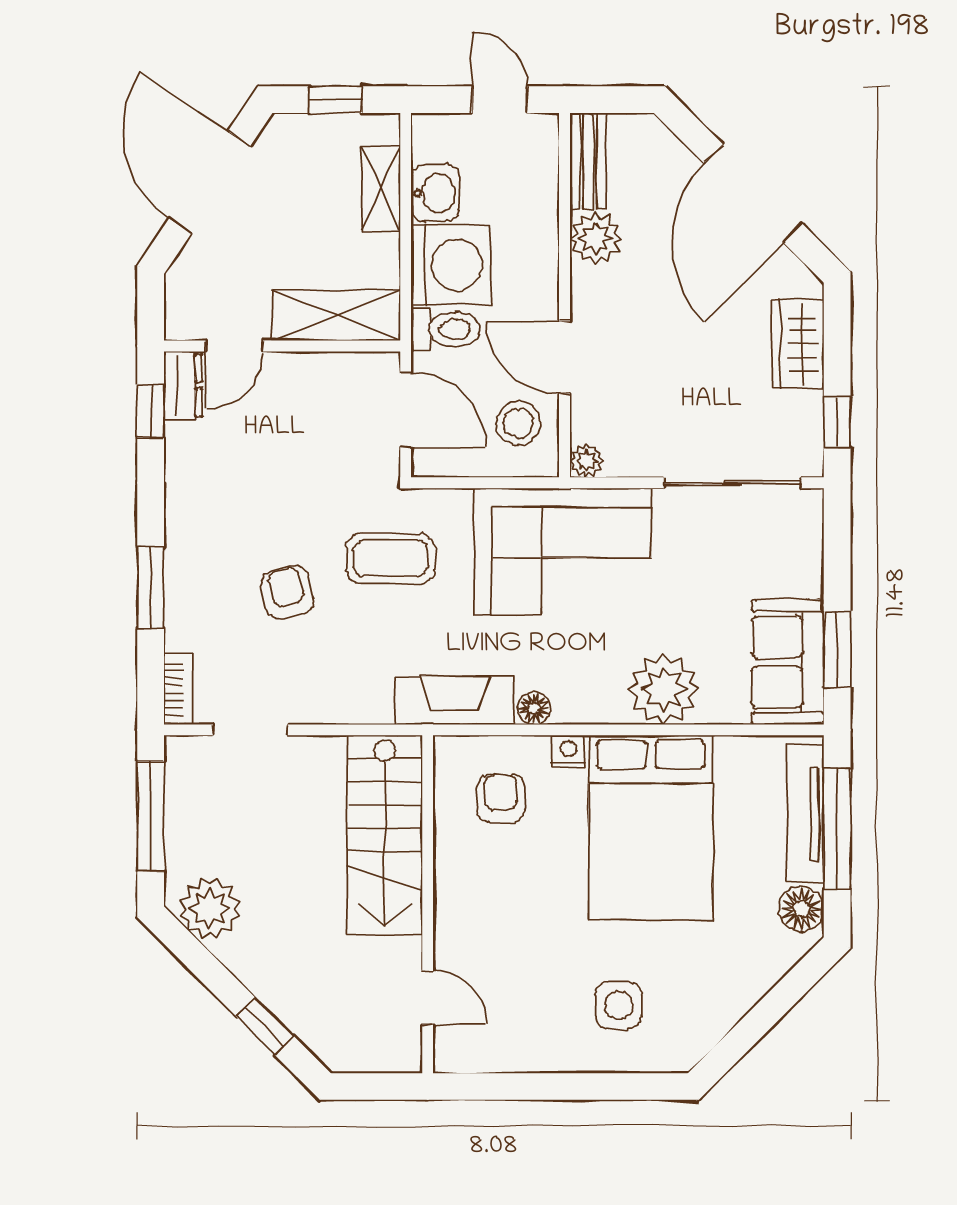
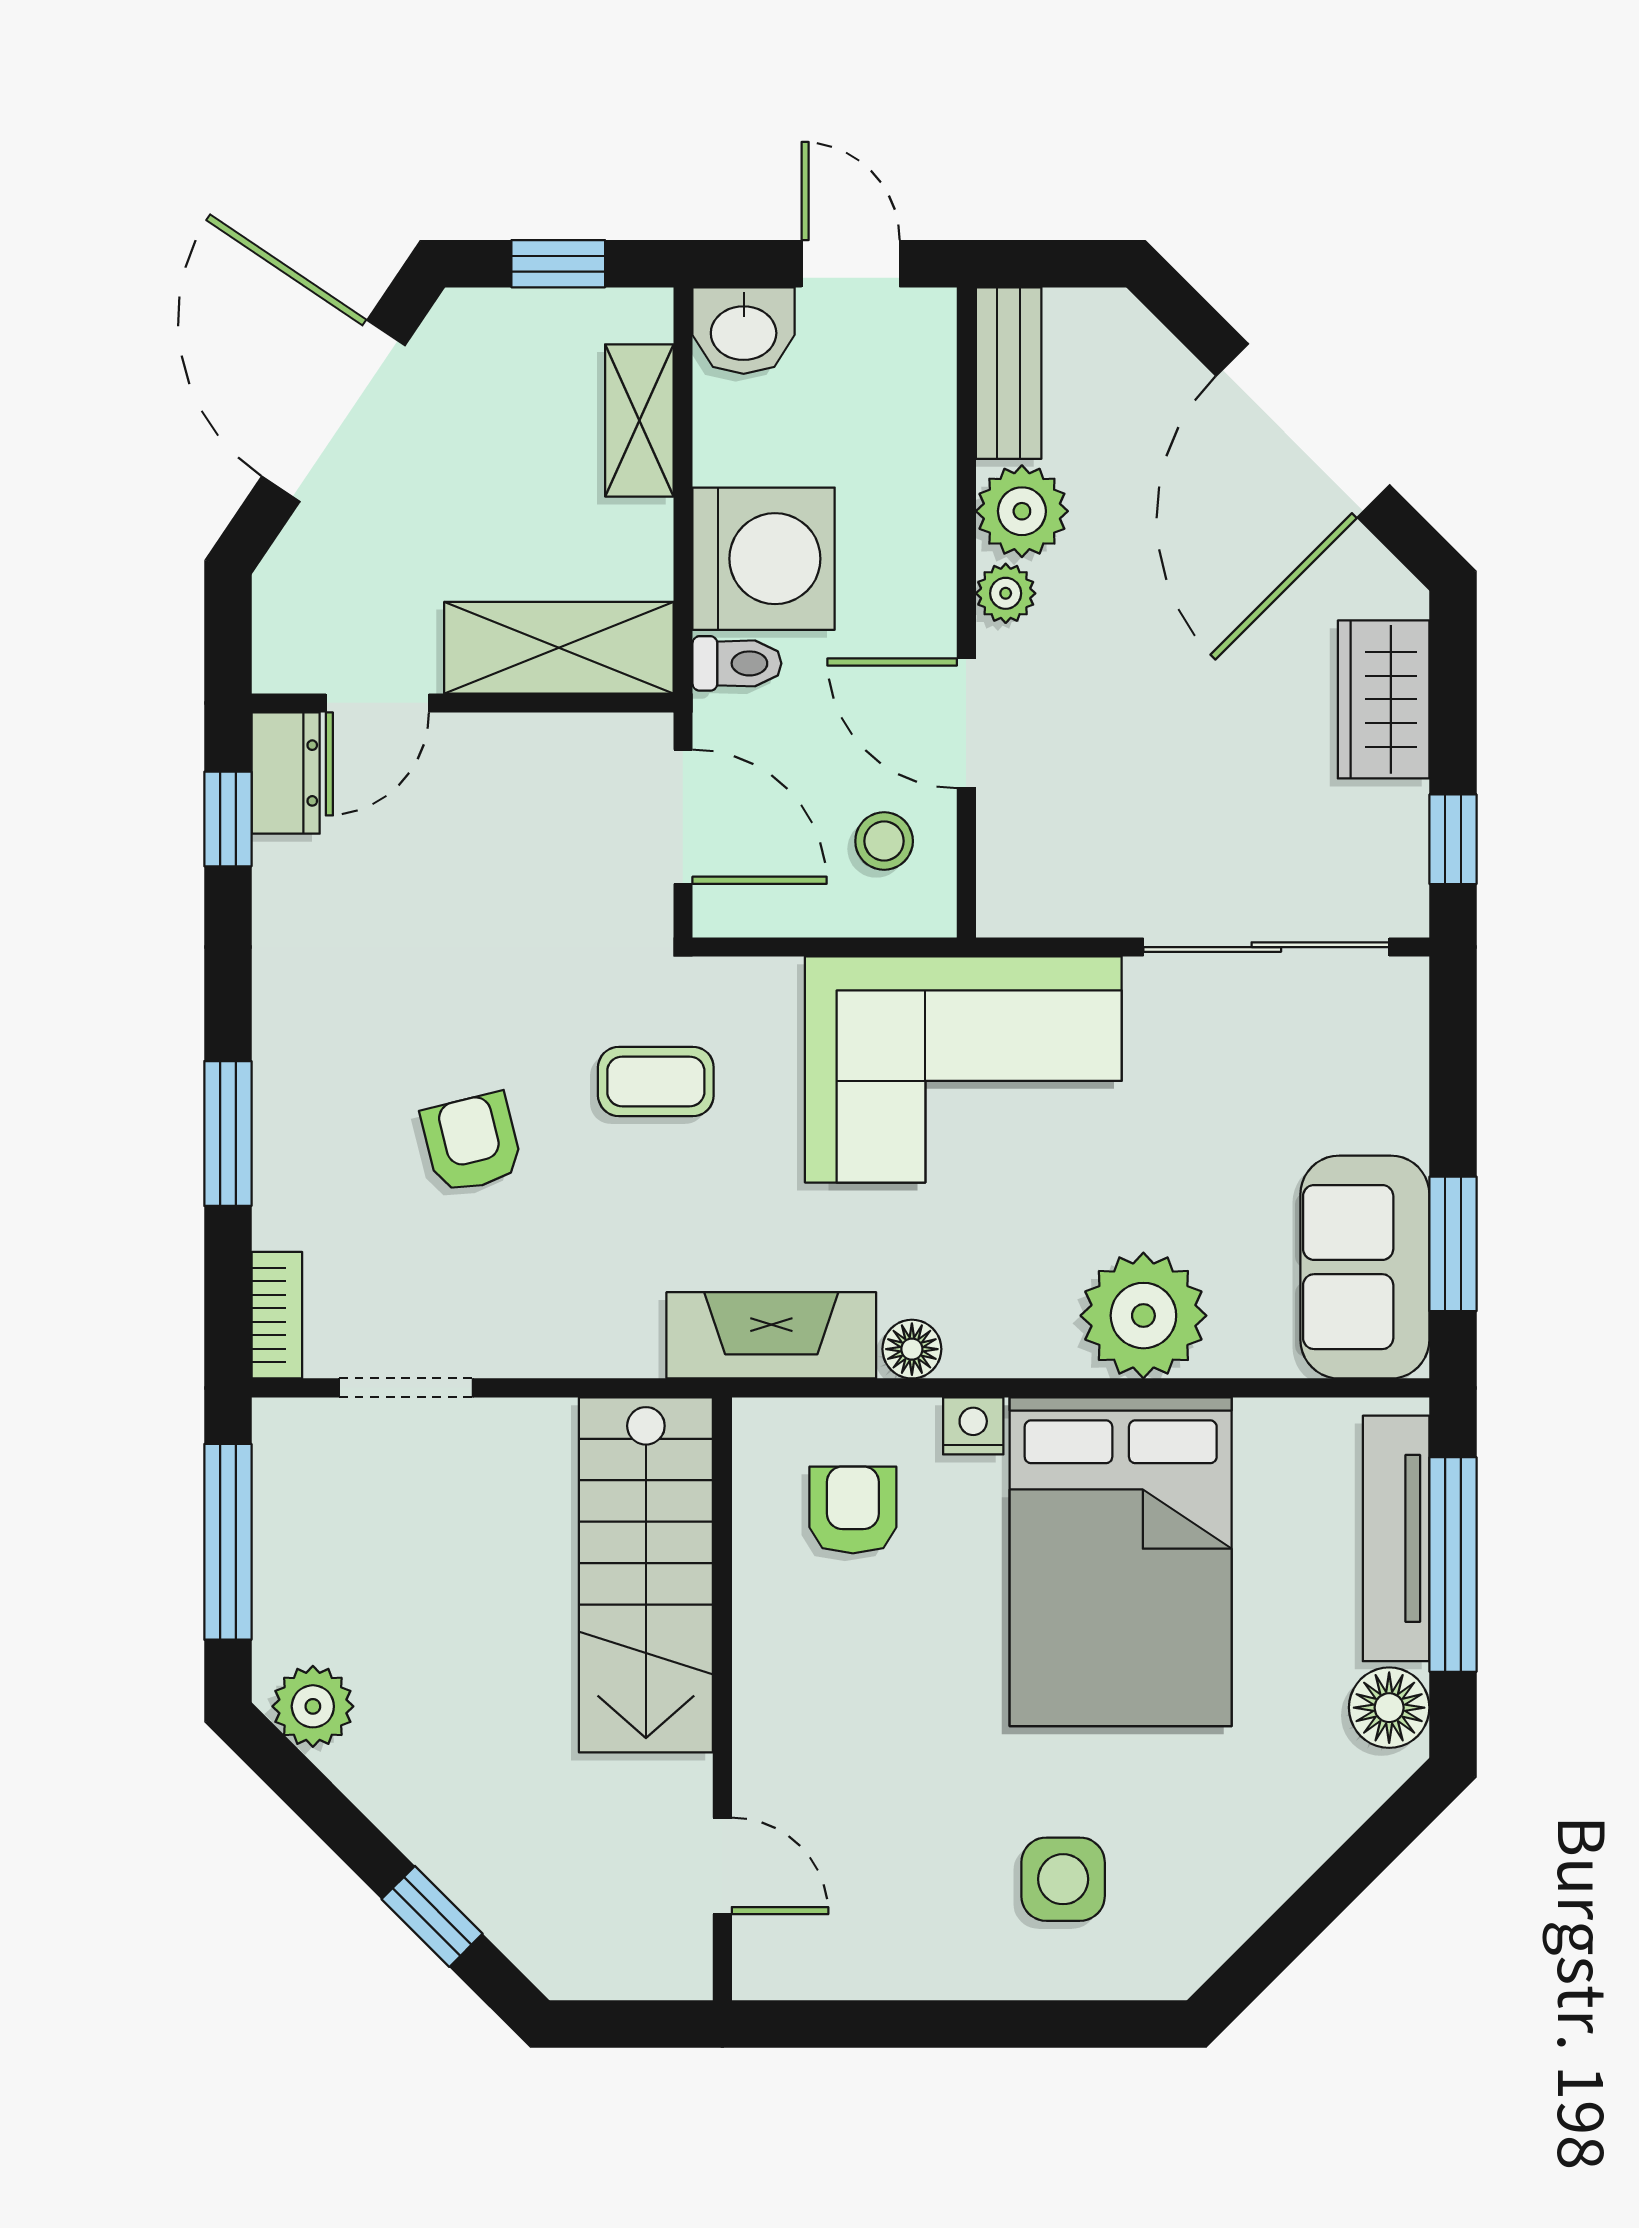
washbasin: (435, 193) -> (744, 331), moved, turned 90
toilet: (445, 329) -> (737, 663), width x0.73, depth x0.72
stool: (518, 423) -> (884, 841), width x0.73, depth x0.73
plant: (586, 461) -> (1006, 593), moved
coffee table: (390, 558) -> (656, 1081), width x0.73, depth x0.77
plant: (210, 908) -> (313, 1706), width x0.73, depth x0.73

